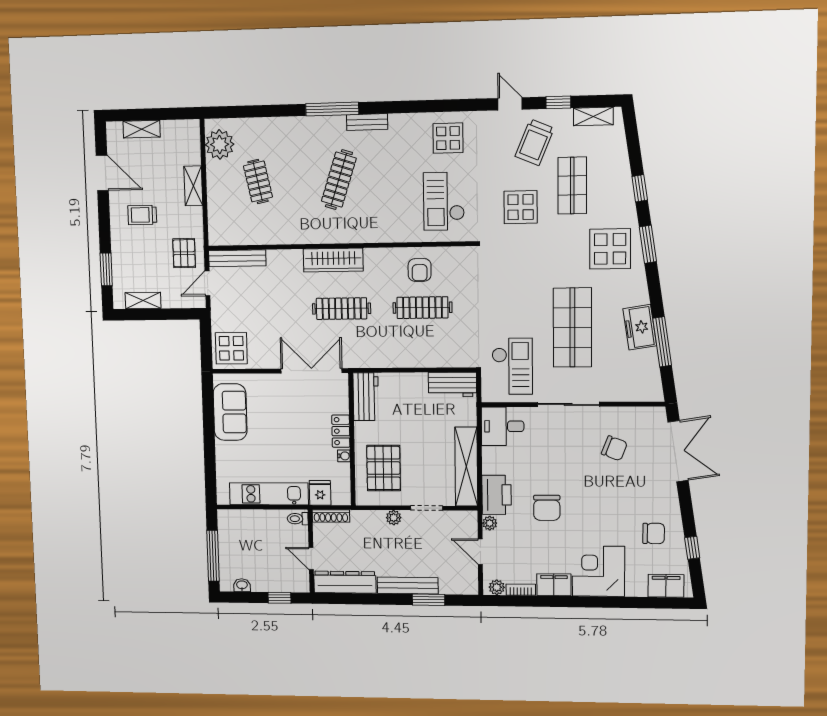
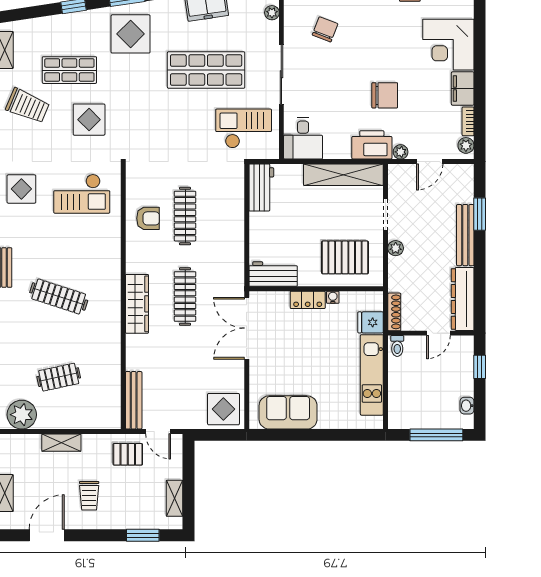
plant: (632, 394) -> (272, 13), added

